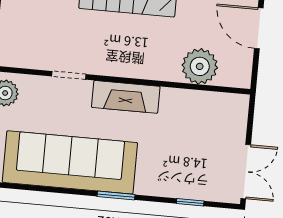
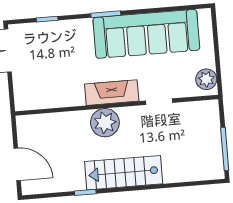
plant: (200, 66) -> (105, 123), moved

